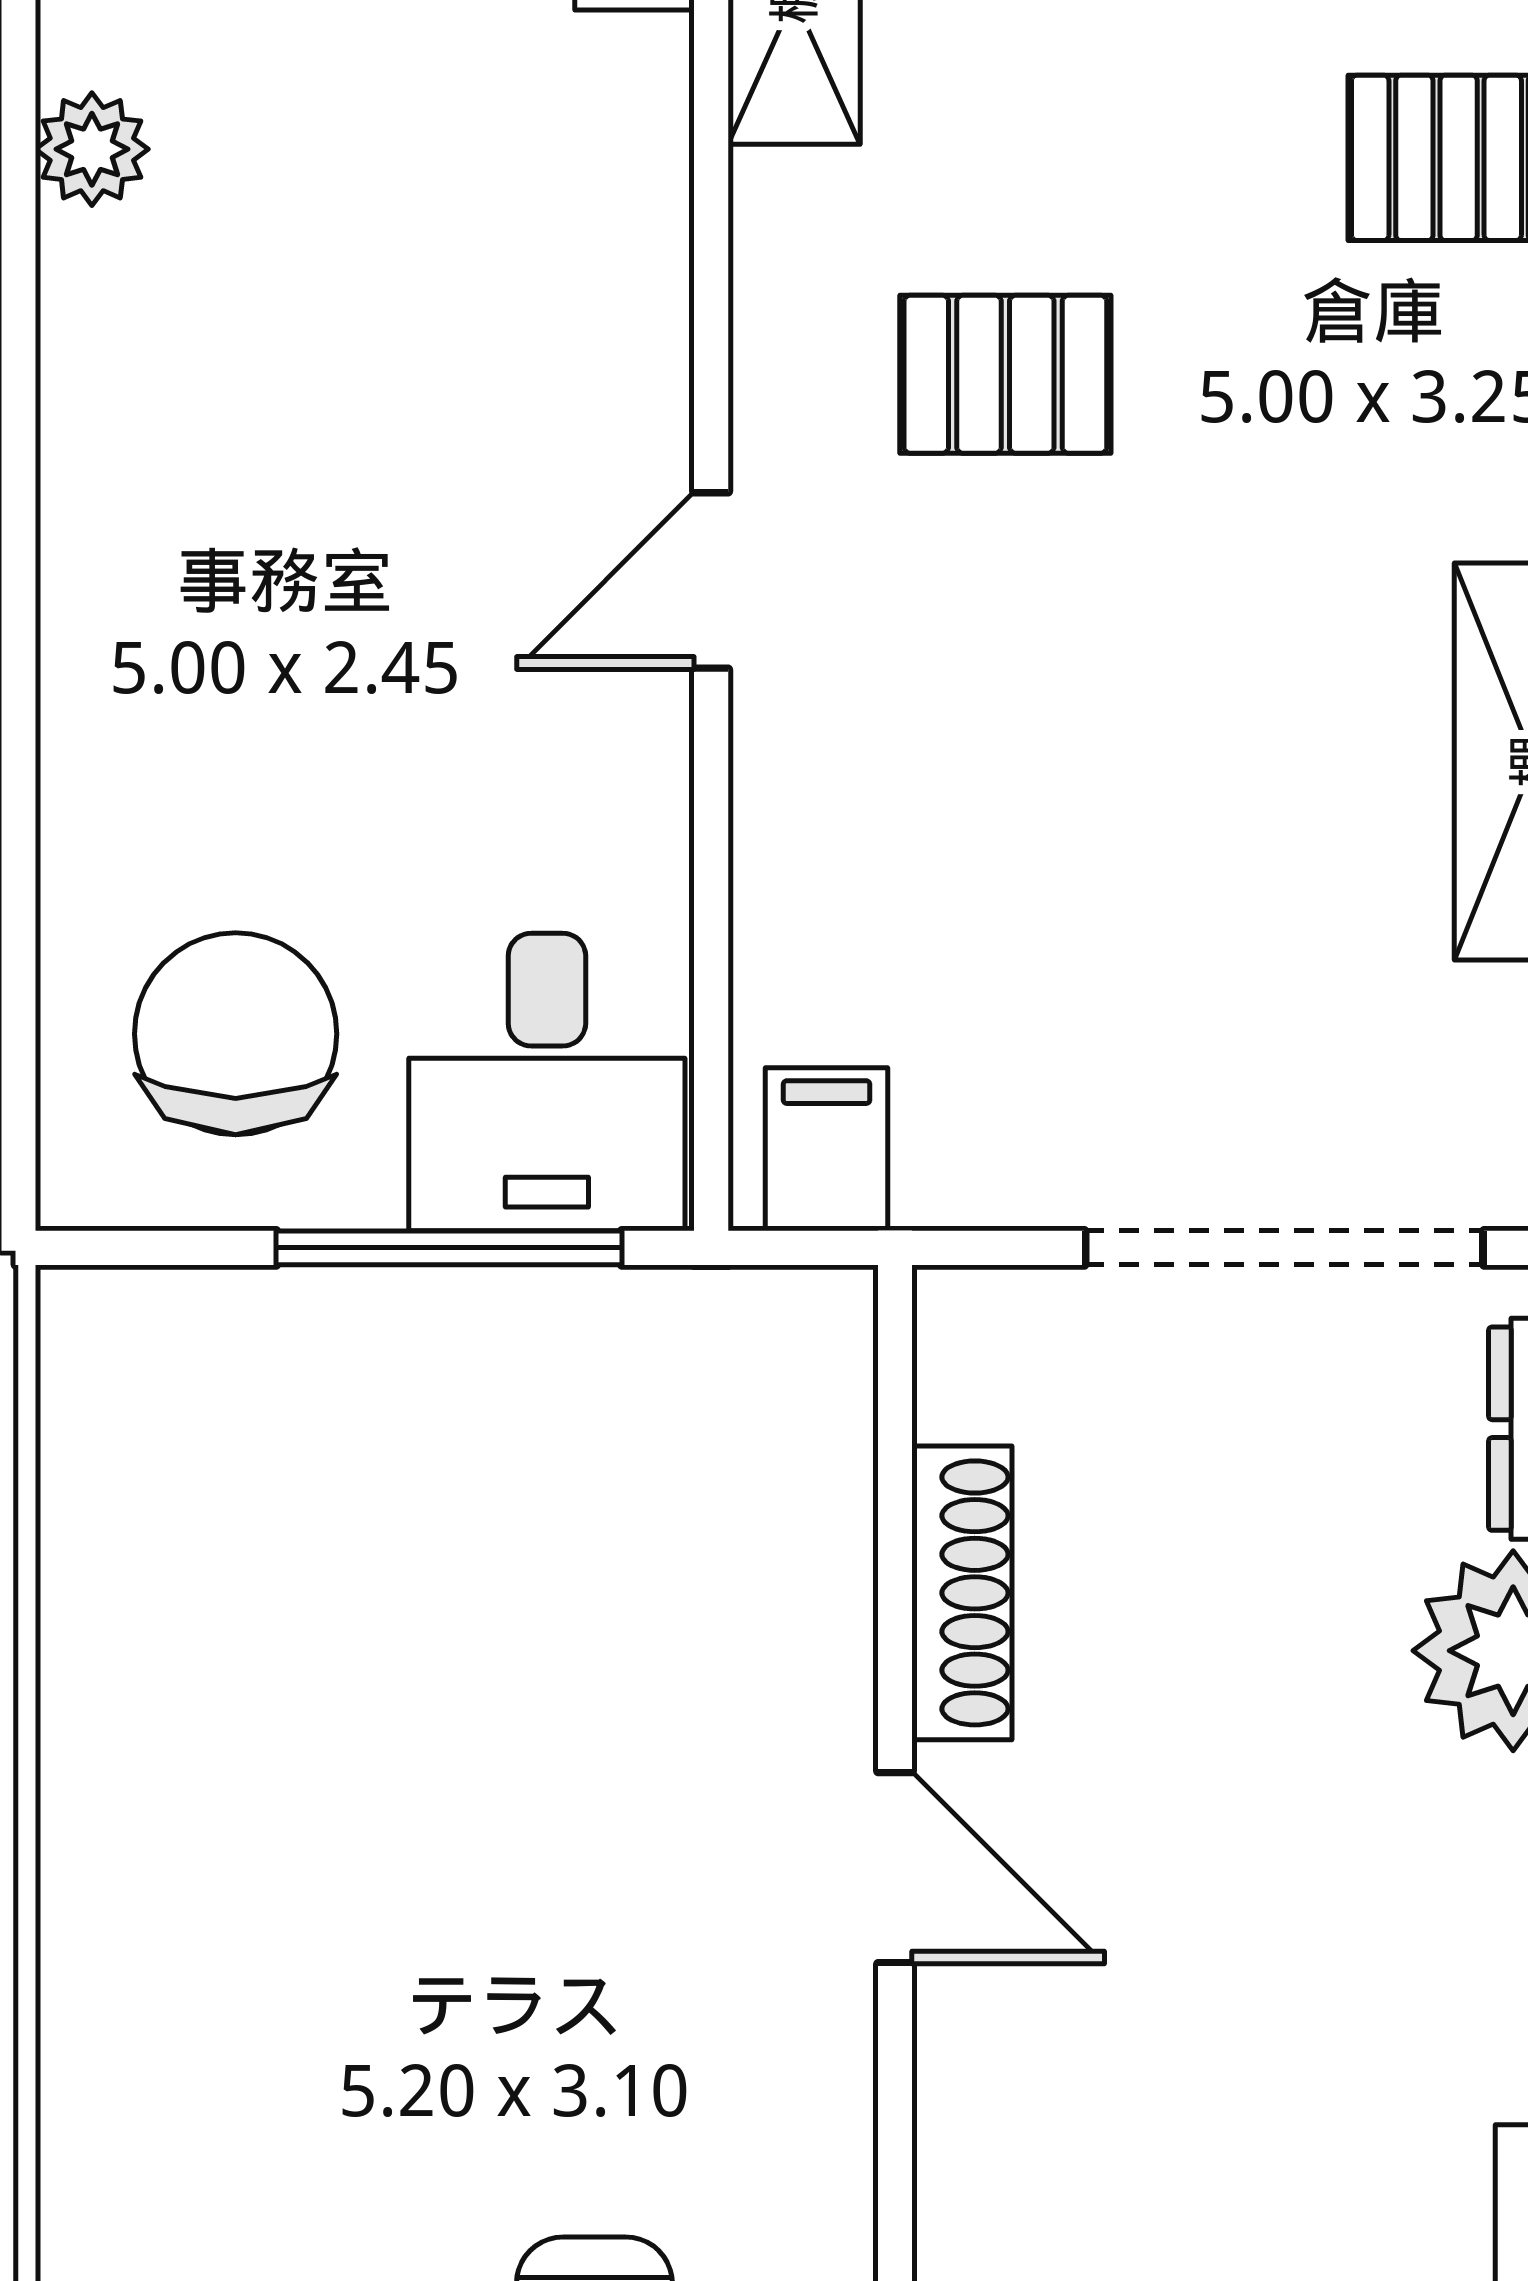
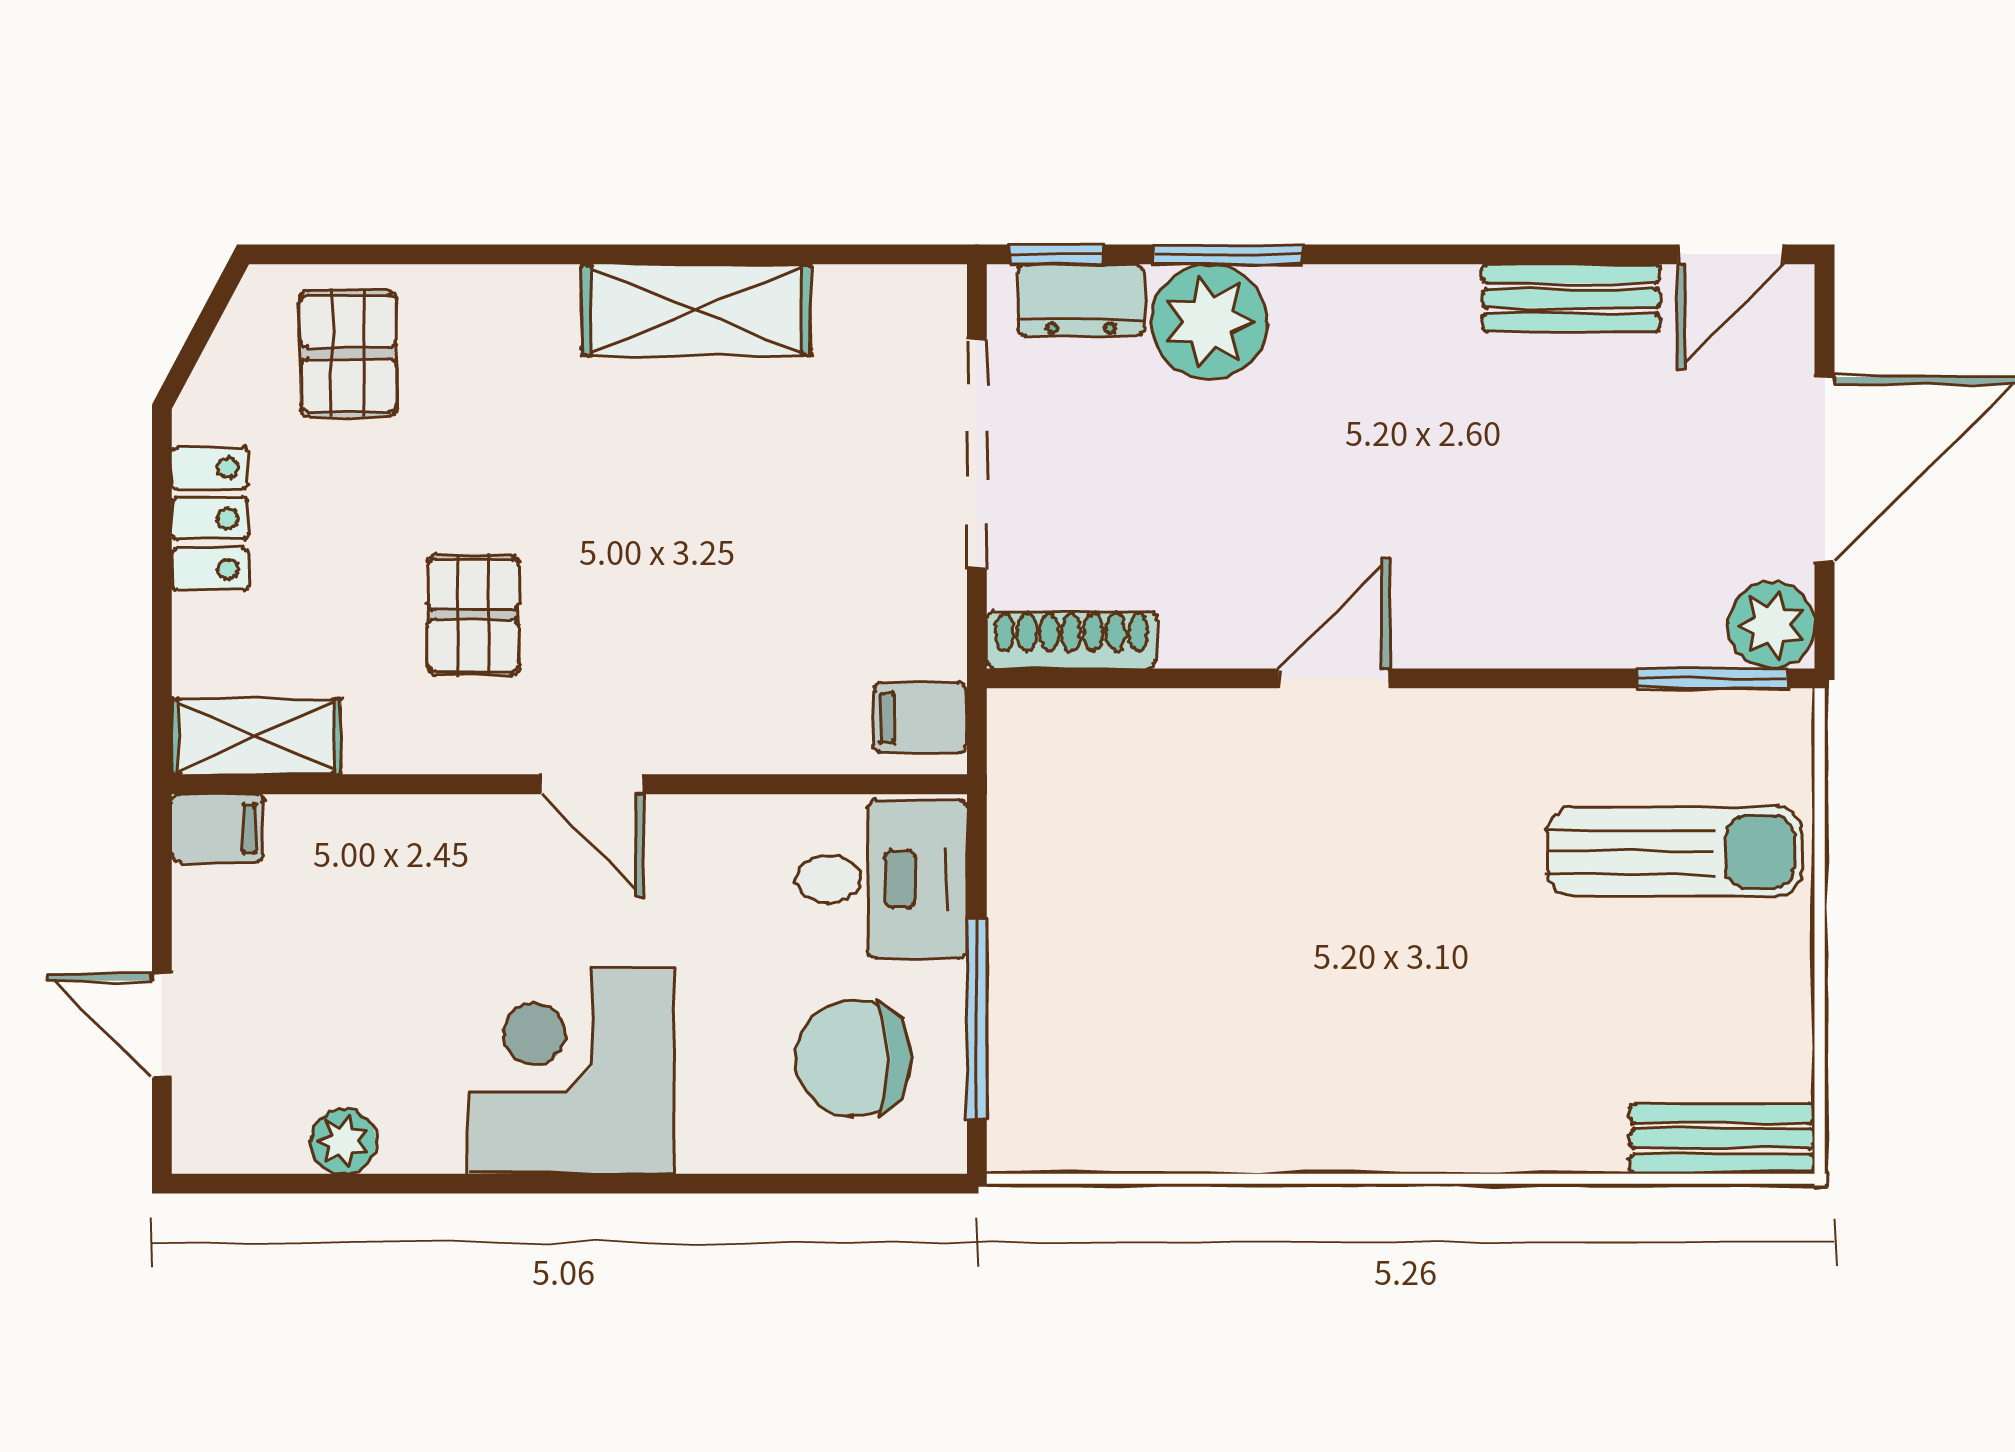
corner desk: (214, 545) -> (572, 1071), added
window: (449, 1248) -> (977, 1019), moved
shoe rack: (962, 1593) -> (1071, 640), moved

